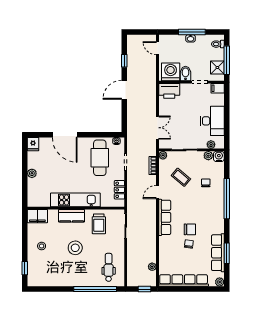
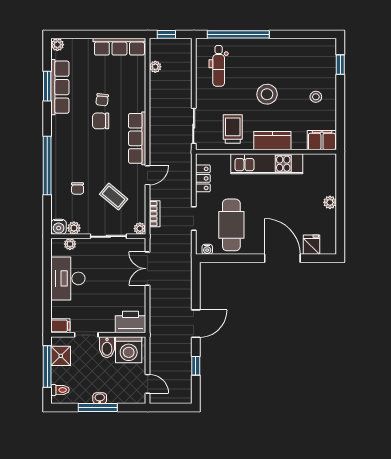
fridge: (33, 144) -> (311, 245), moved
row of seats: (184, 281) -> (119, 47), width x0.73

